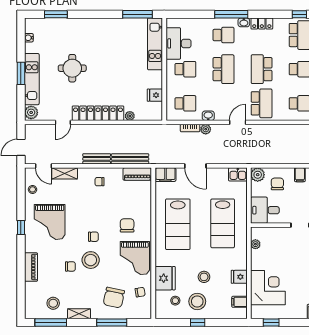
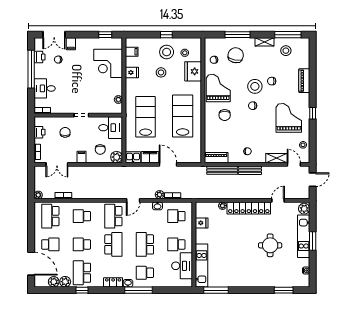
filing cabinet: (165, 175) -> (150, 157), moved

